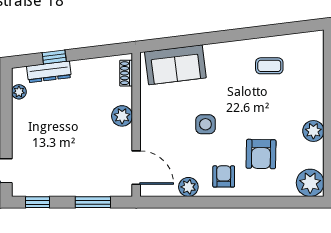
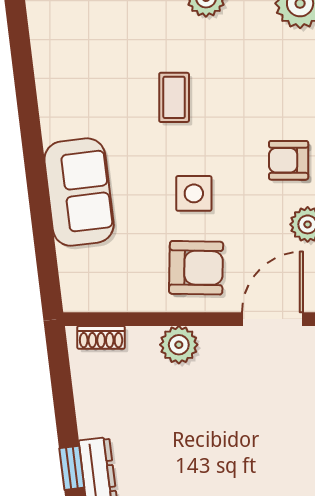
sofa: (175, 65) -> (79, 192), moved
coffee table: (269, 66) -> (174, 97), moved
armchair: (261, 154) -> (196, 268), moved

